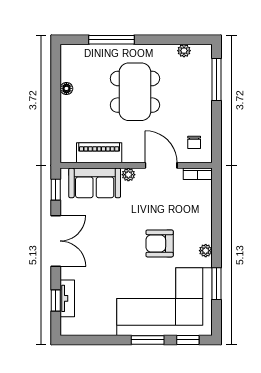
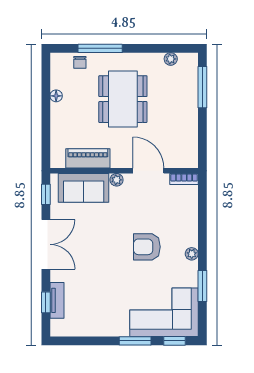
chair: (194, 142) -> (80, 62), moved
corner sofa: (164, 302) -> (164, 312), width x0.73, depth x0.74

